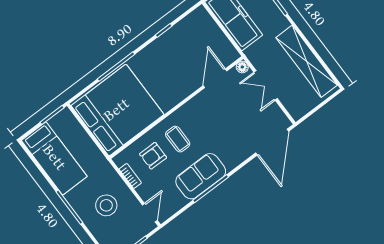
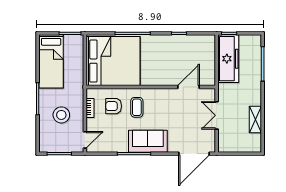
shelving: (307, 61) -> (255, 120), width x0.45, depth x0.75
floor lamp: (242, 67) -> (211, 93), removed
sofa: (201, 176) -> (148, 141), moved

